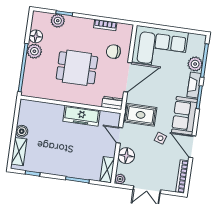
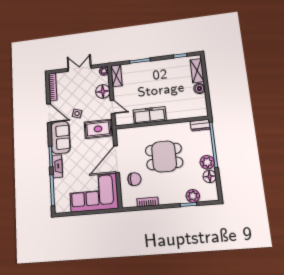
plant: (195, 64) -> (60, 185), removed
dresser: (112, 103) -> (200, 125), moved

